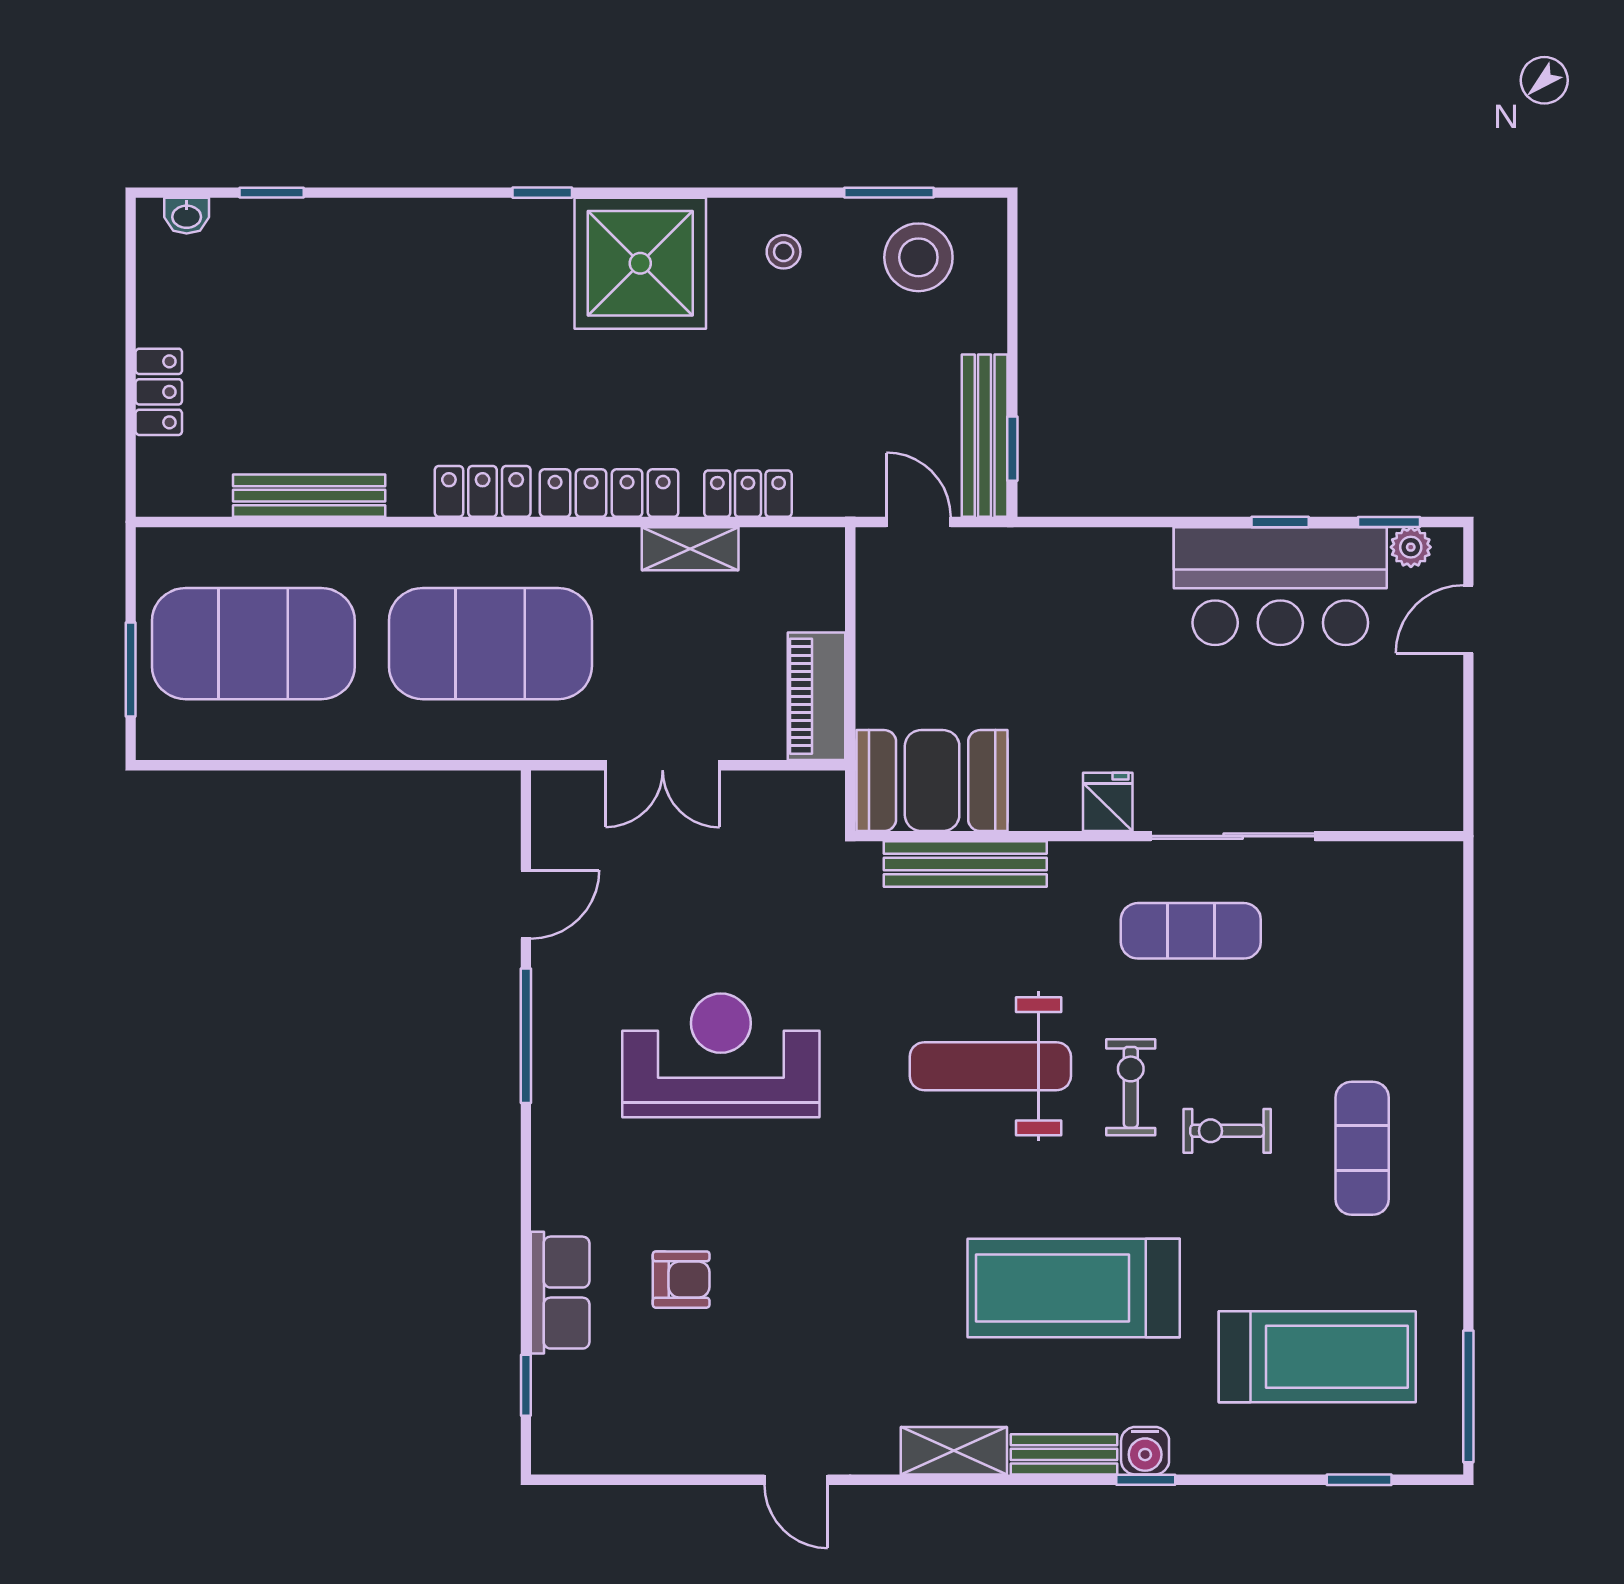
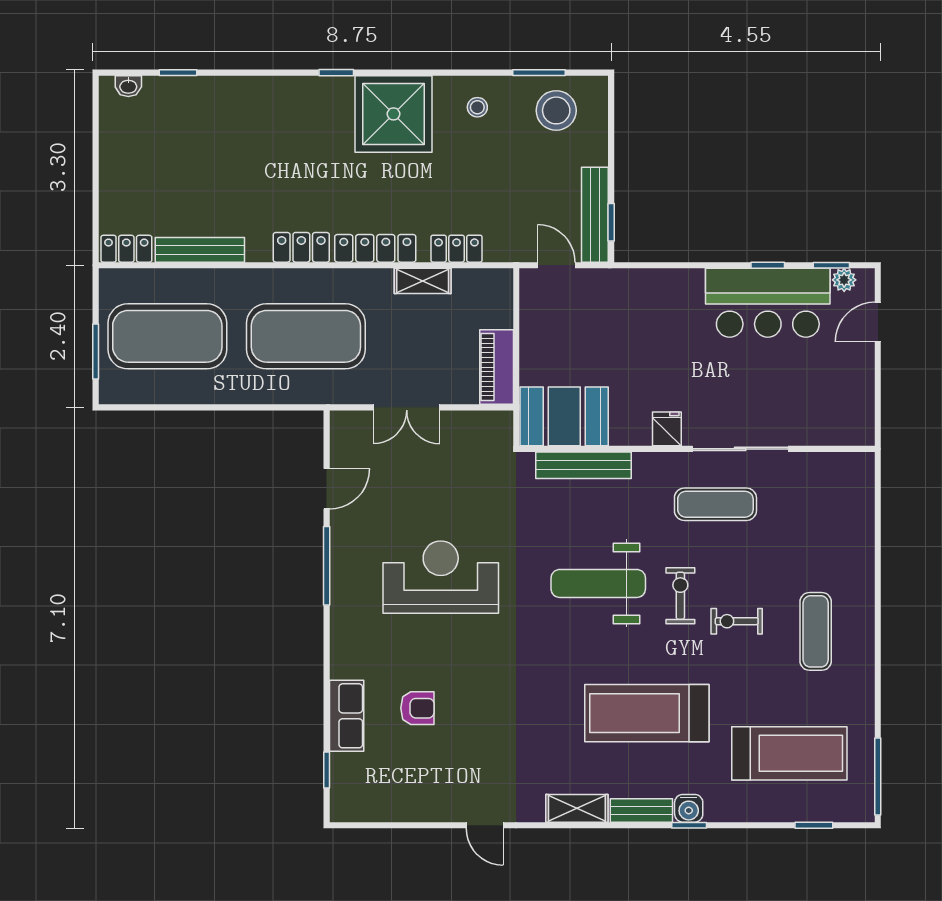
locker: (159, 392) -> (126, 249), moved, turned -90

